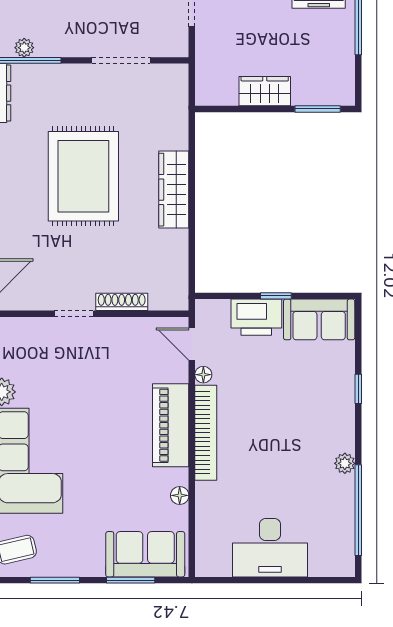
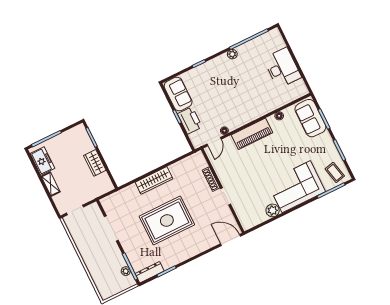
bookcase: (206, 433) -> (248, 118), removed

